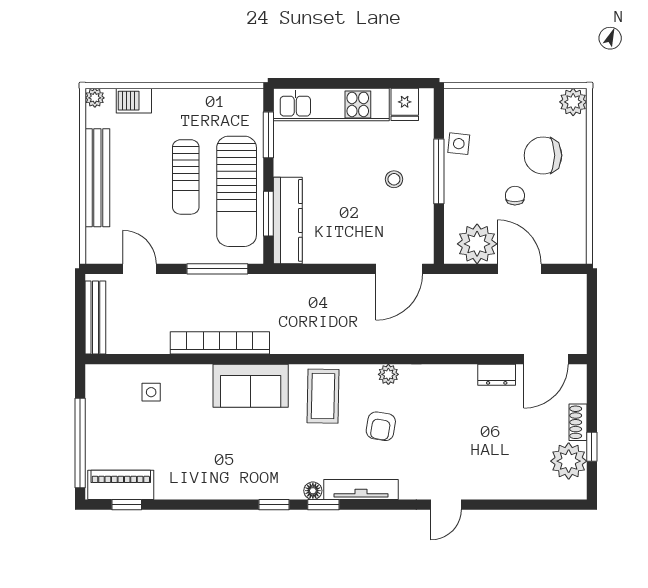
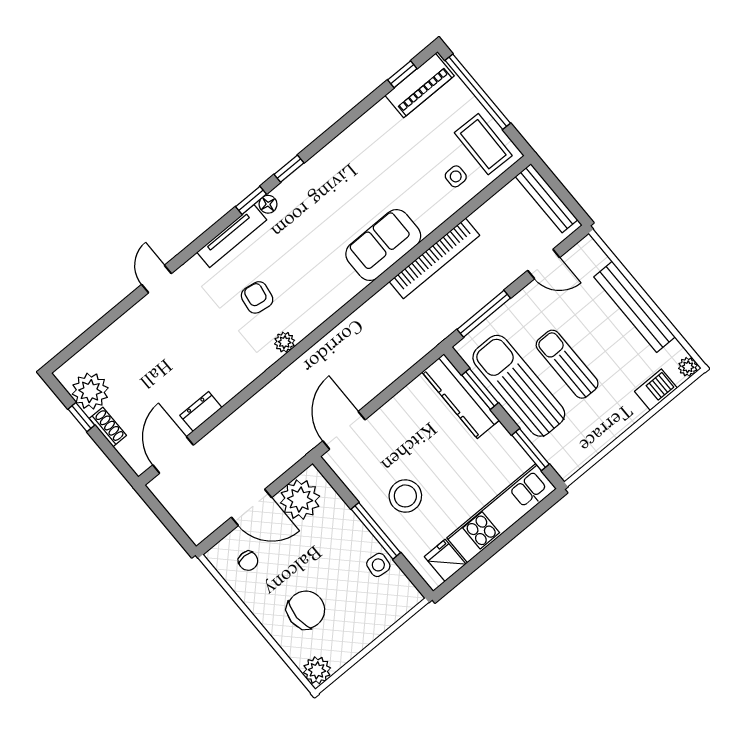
stool: (394, 179) -> (405, 496), width x1.89, depth x1.89
chair: (515, 196) -> (248, 561), moved
coffee table: (323, 396) -> (483, 144), moved

